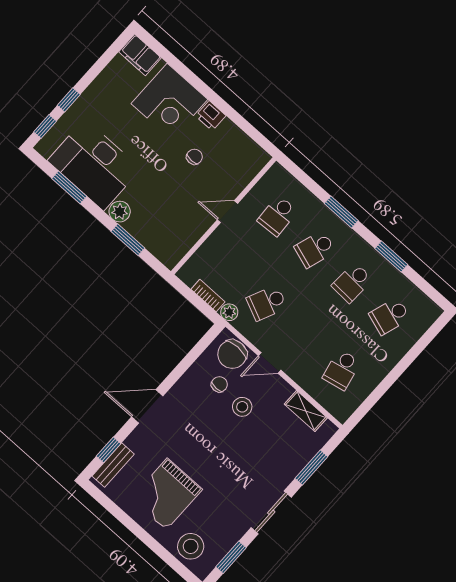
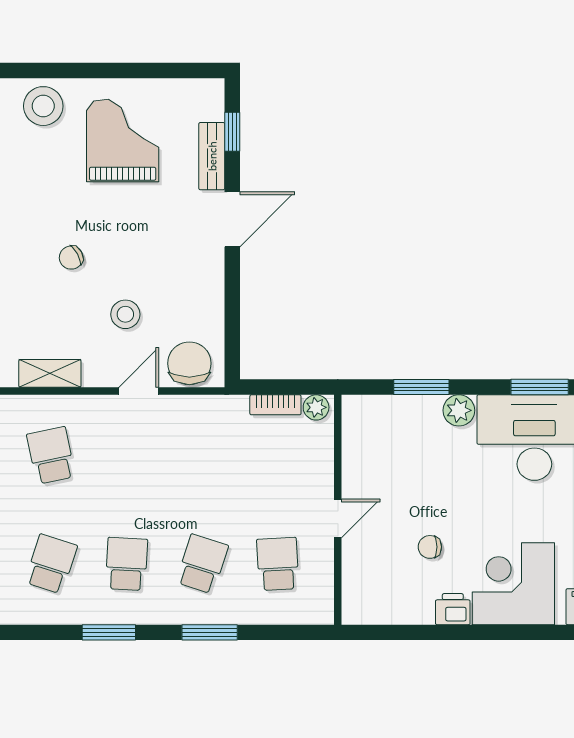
chair: (194, 157) -> (430, 547), turned 90
school desk: (267, 303) -> (202, 455), removed
plant: (229, 312) -> (316, 407), moved
chair: (219, 384) -> (71, 258), moved, turned 61
bench: (113, 465) -> (212, 156), moved

